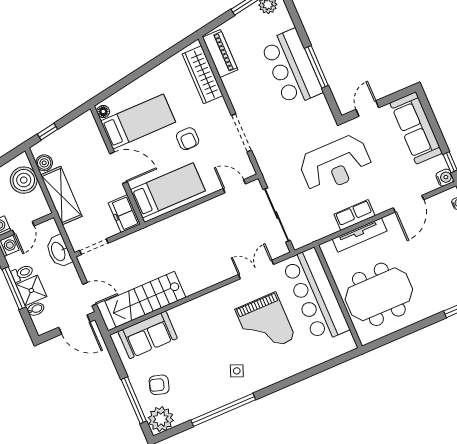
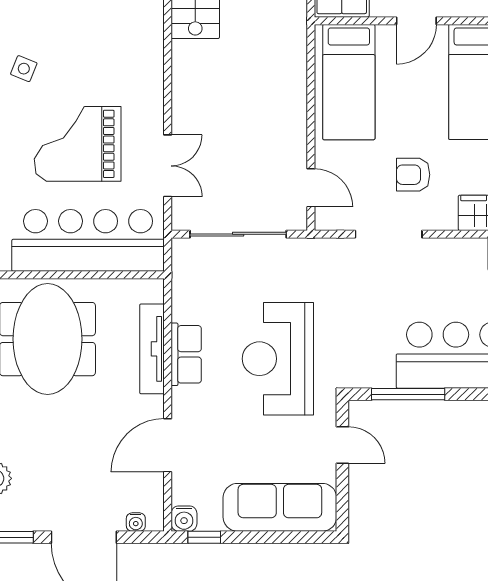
window: (316, 67) -> (408, 394), moved
armchair: (188, 139) -> (413, 175), moved
door: (118, 168) -> (416, 21), width x0.73
door: (234, 186) -> (311, 188), hinge flipped
door: (409, 204) -> (168, 445), hinge flipped

